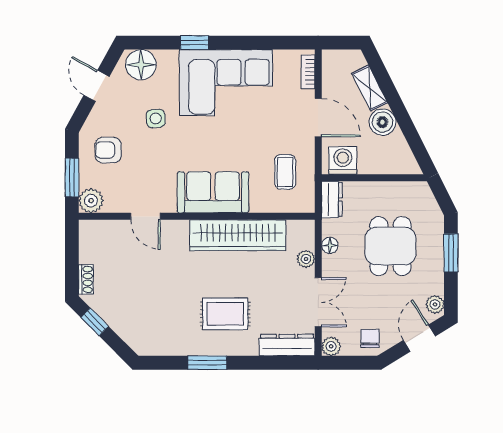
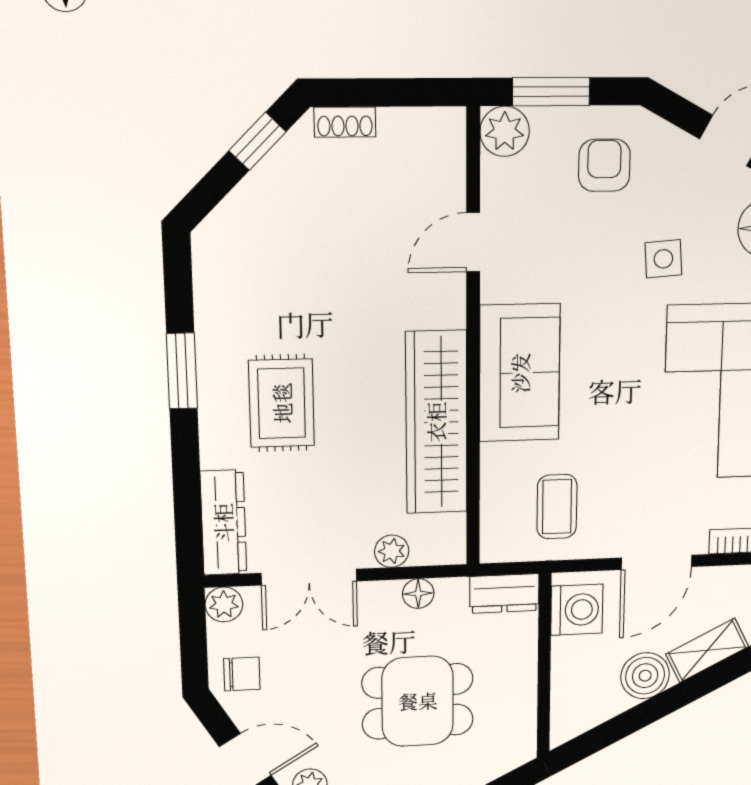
coffee table: (285, 172) -> (557, 507), turned 90

